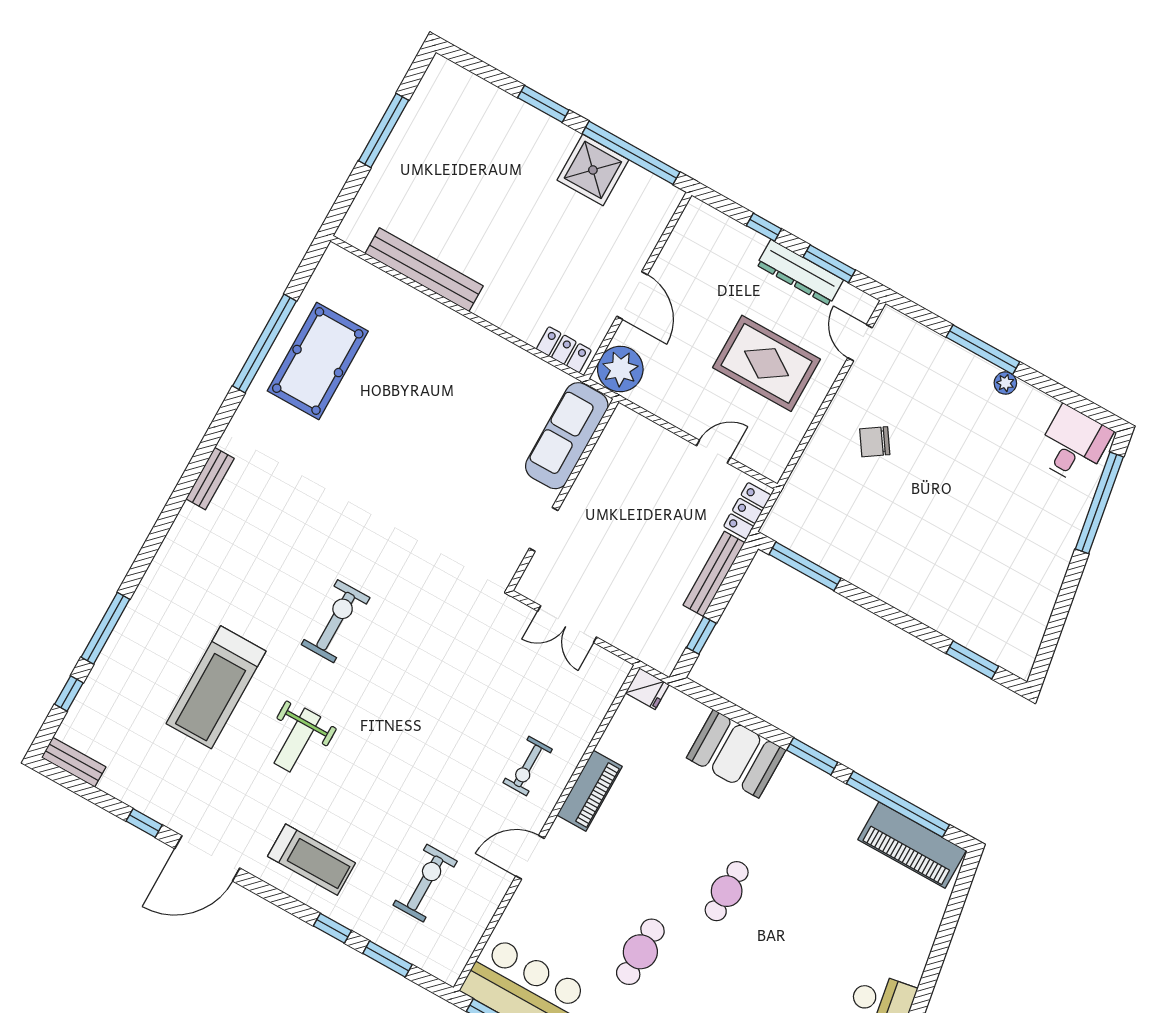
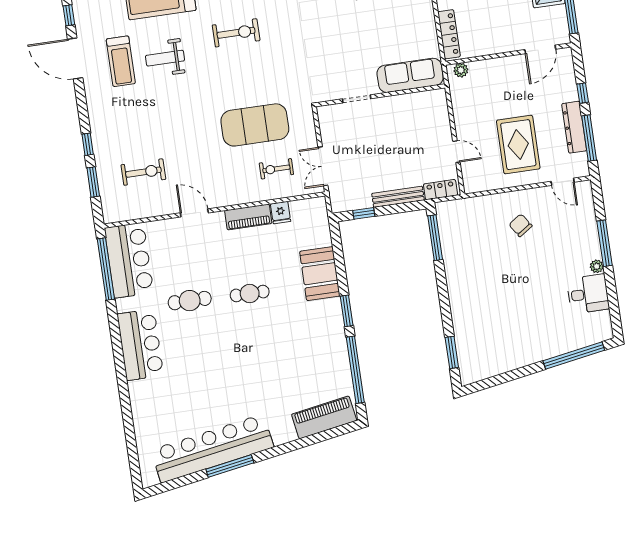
window: (829, 264) -> (589, 138), width x1.44
door: (632, 296) -> (540, 49), moved
door: (860, 343) -> (563, 182), swing flipped
locker: (564, 350) -> (449, 34), width x1.53
plant: (620, 369) -> (461, 70), width x0.53, depth x0.53
desk: (1073, 445) -> (588, 294), moved
double door: (567, 624) -> (323, 166), moved
exercise mat: (475, 689) -> (255, 125), added
fridge: (647, 689) -> (281, 213), moved
exercise bike: (528, 766) -> (276, 169), moved
piano: (912, 845) -> (324, 417), moved, turned 80
treadmill: (312, 860) -> (121, 61), moved
cafe table: (727, 891) -> (250, 293), moved

